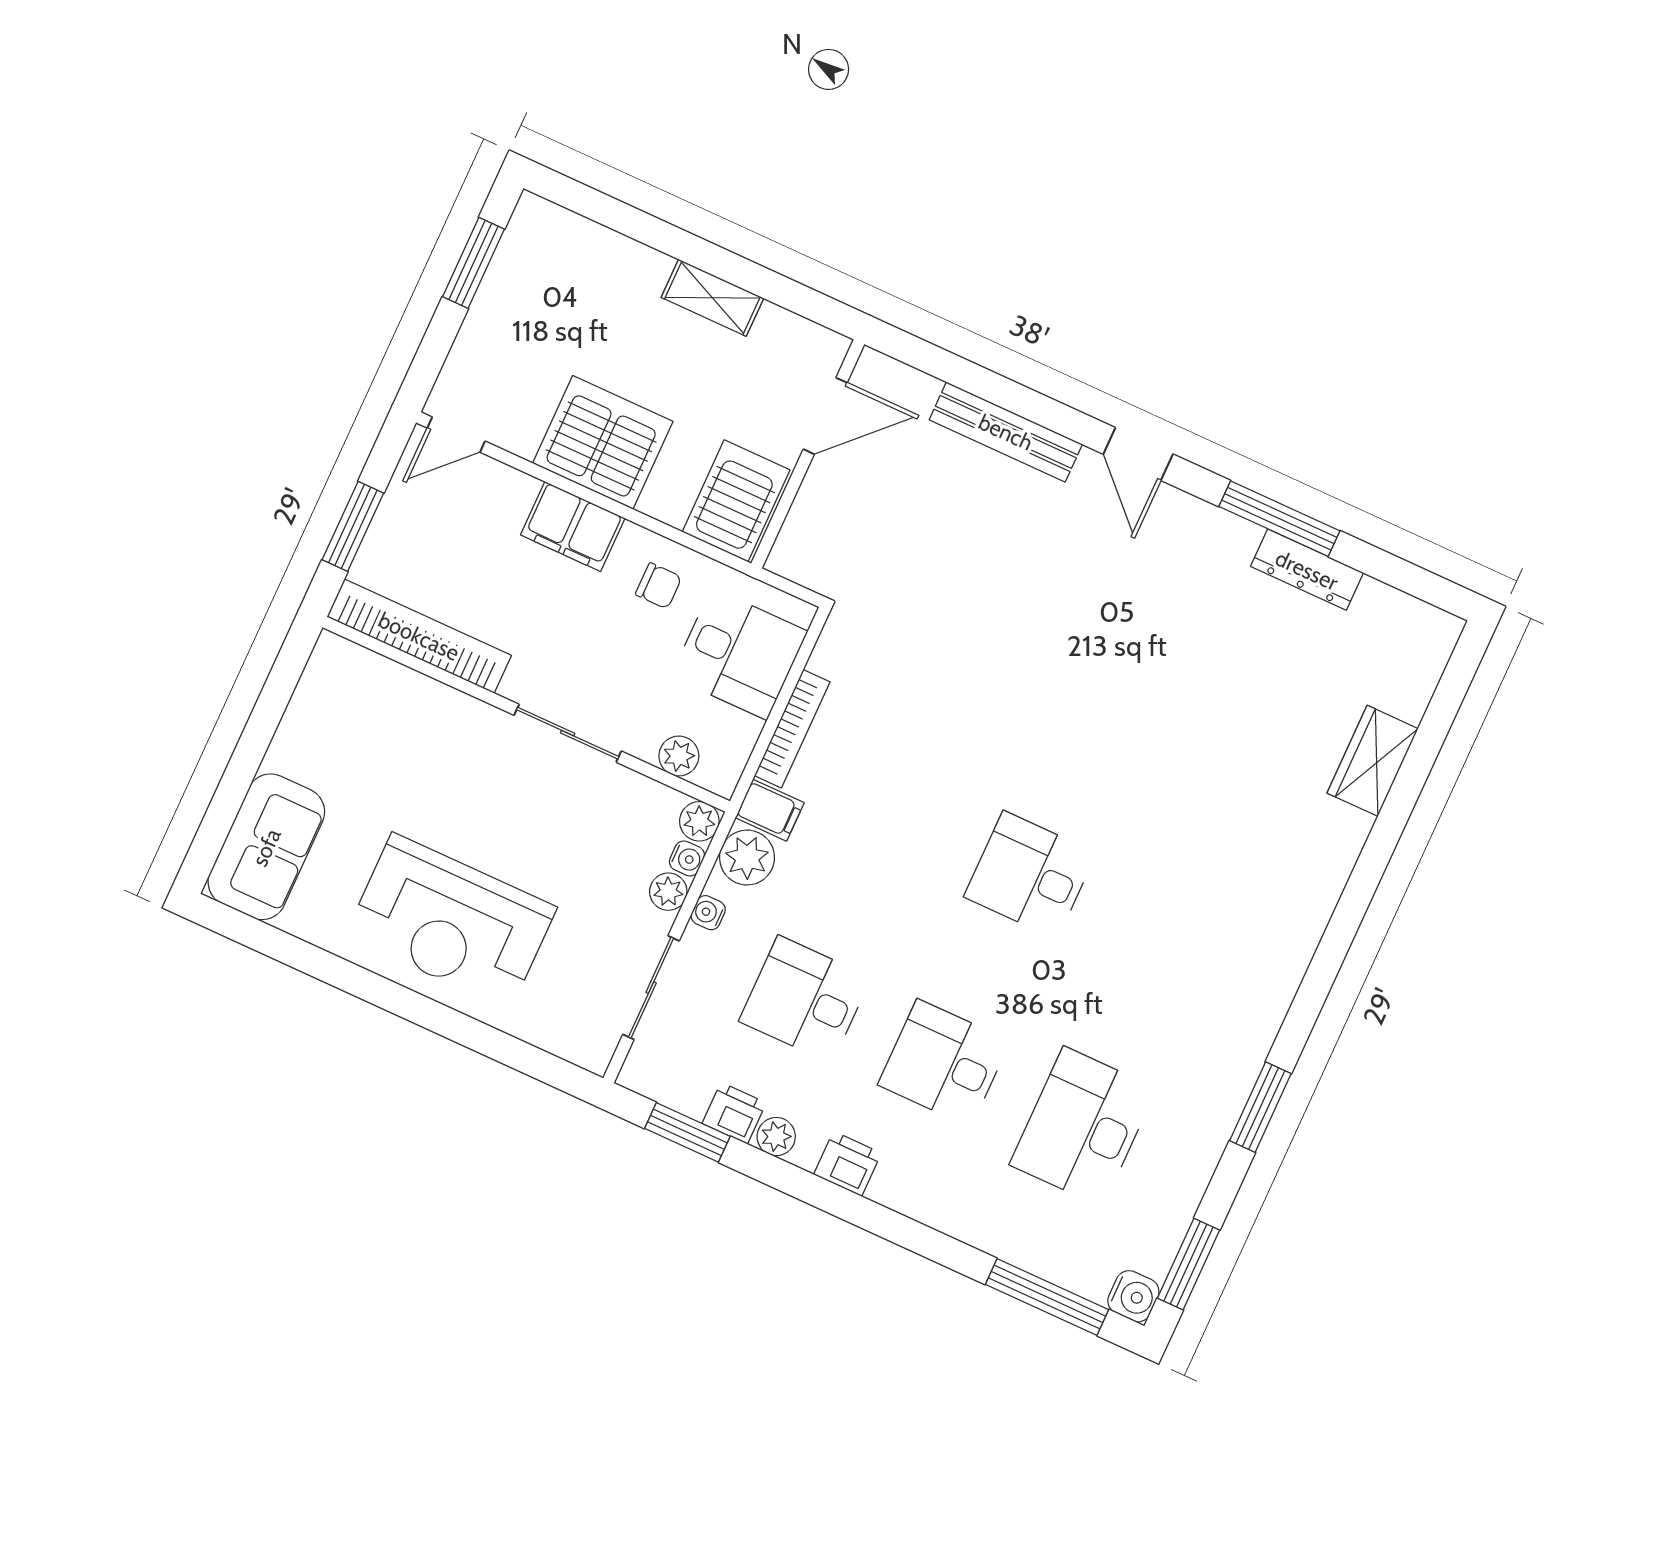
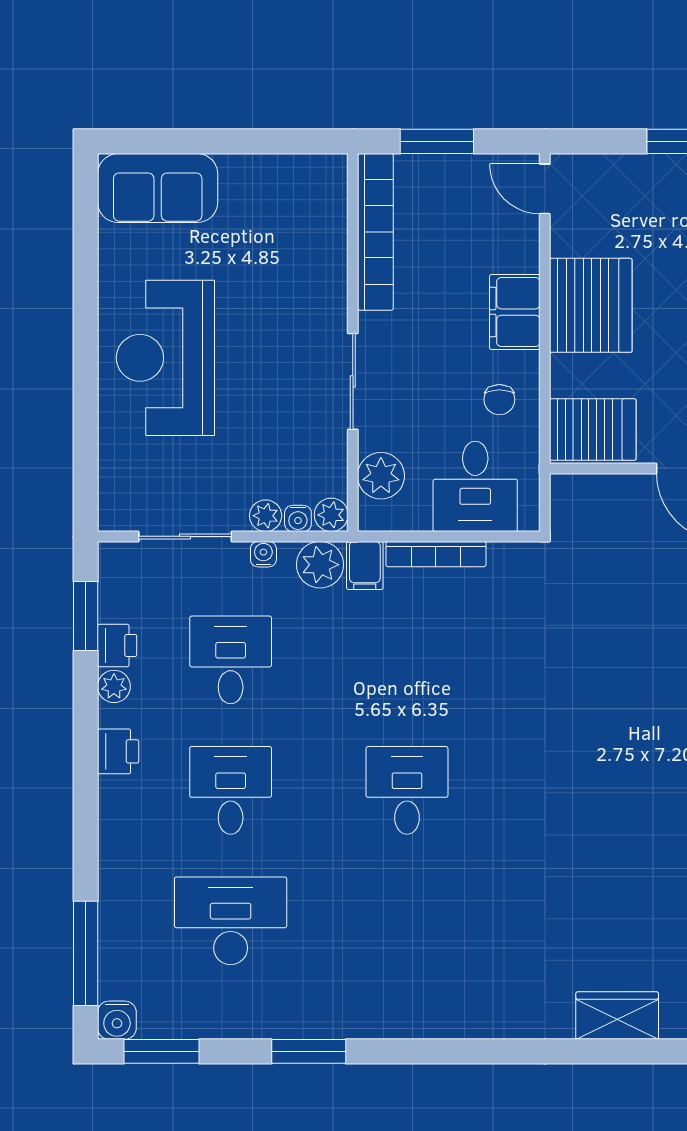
plant: (679, 756) -> (381, 476), width x1.38, depth x1.38

